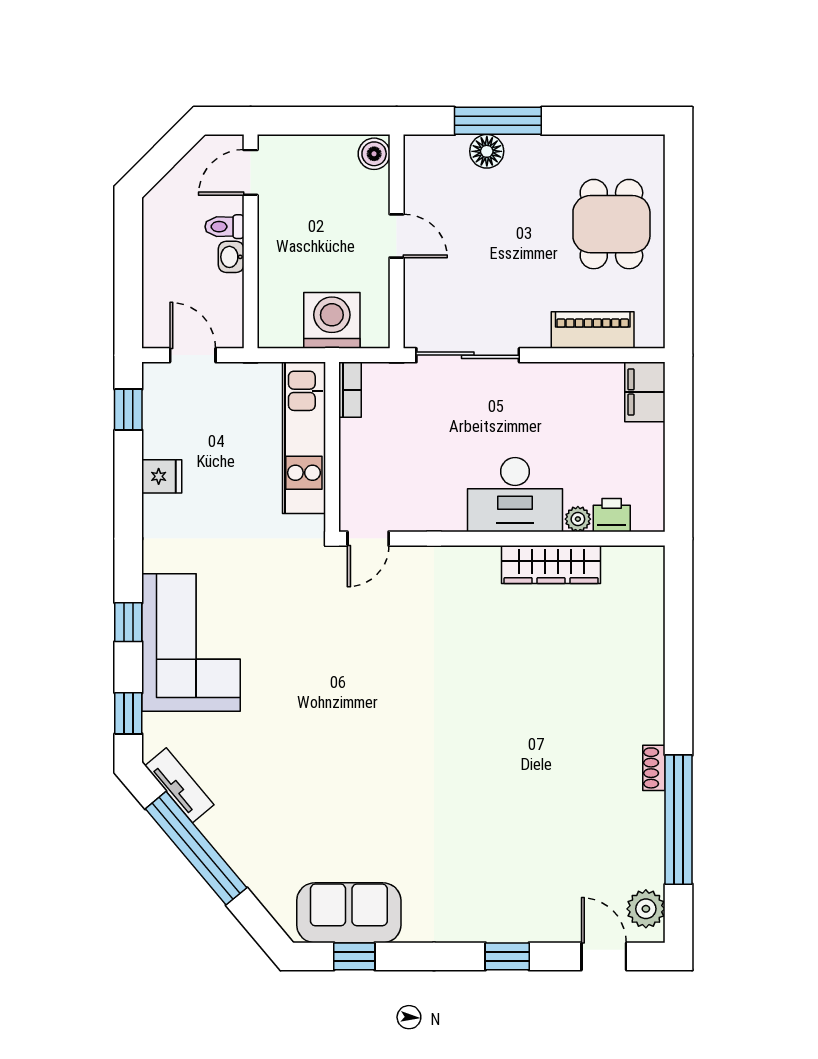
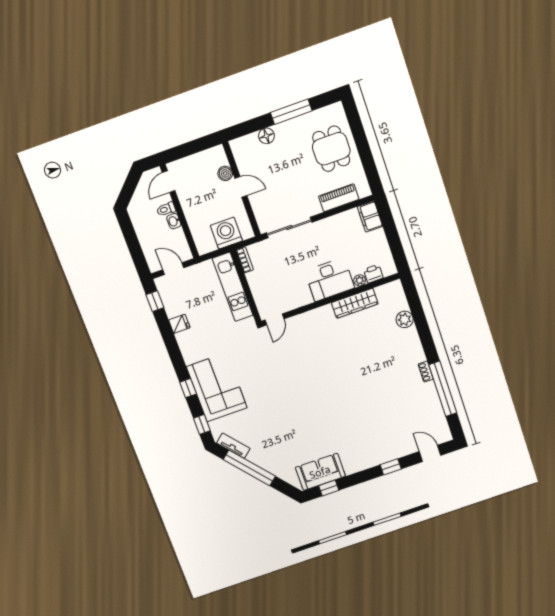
window: (498, 121) -> (291, 112), moved
boiler: (374, 154) -> (225, 173), moved
plant: (646, 909) -> (405, 319), moved

